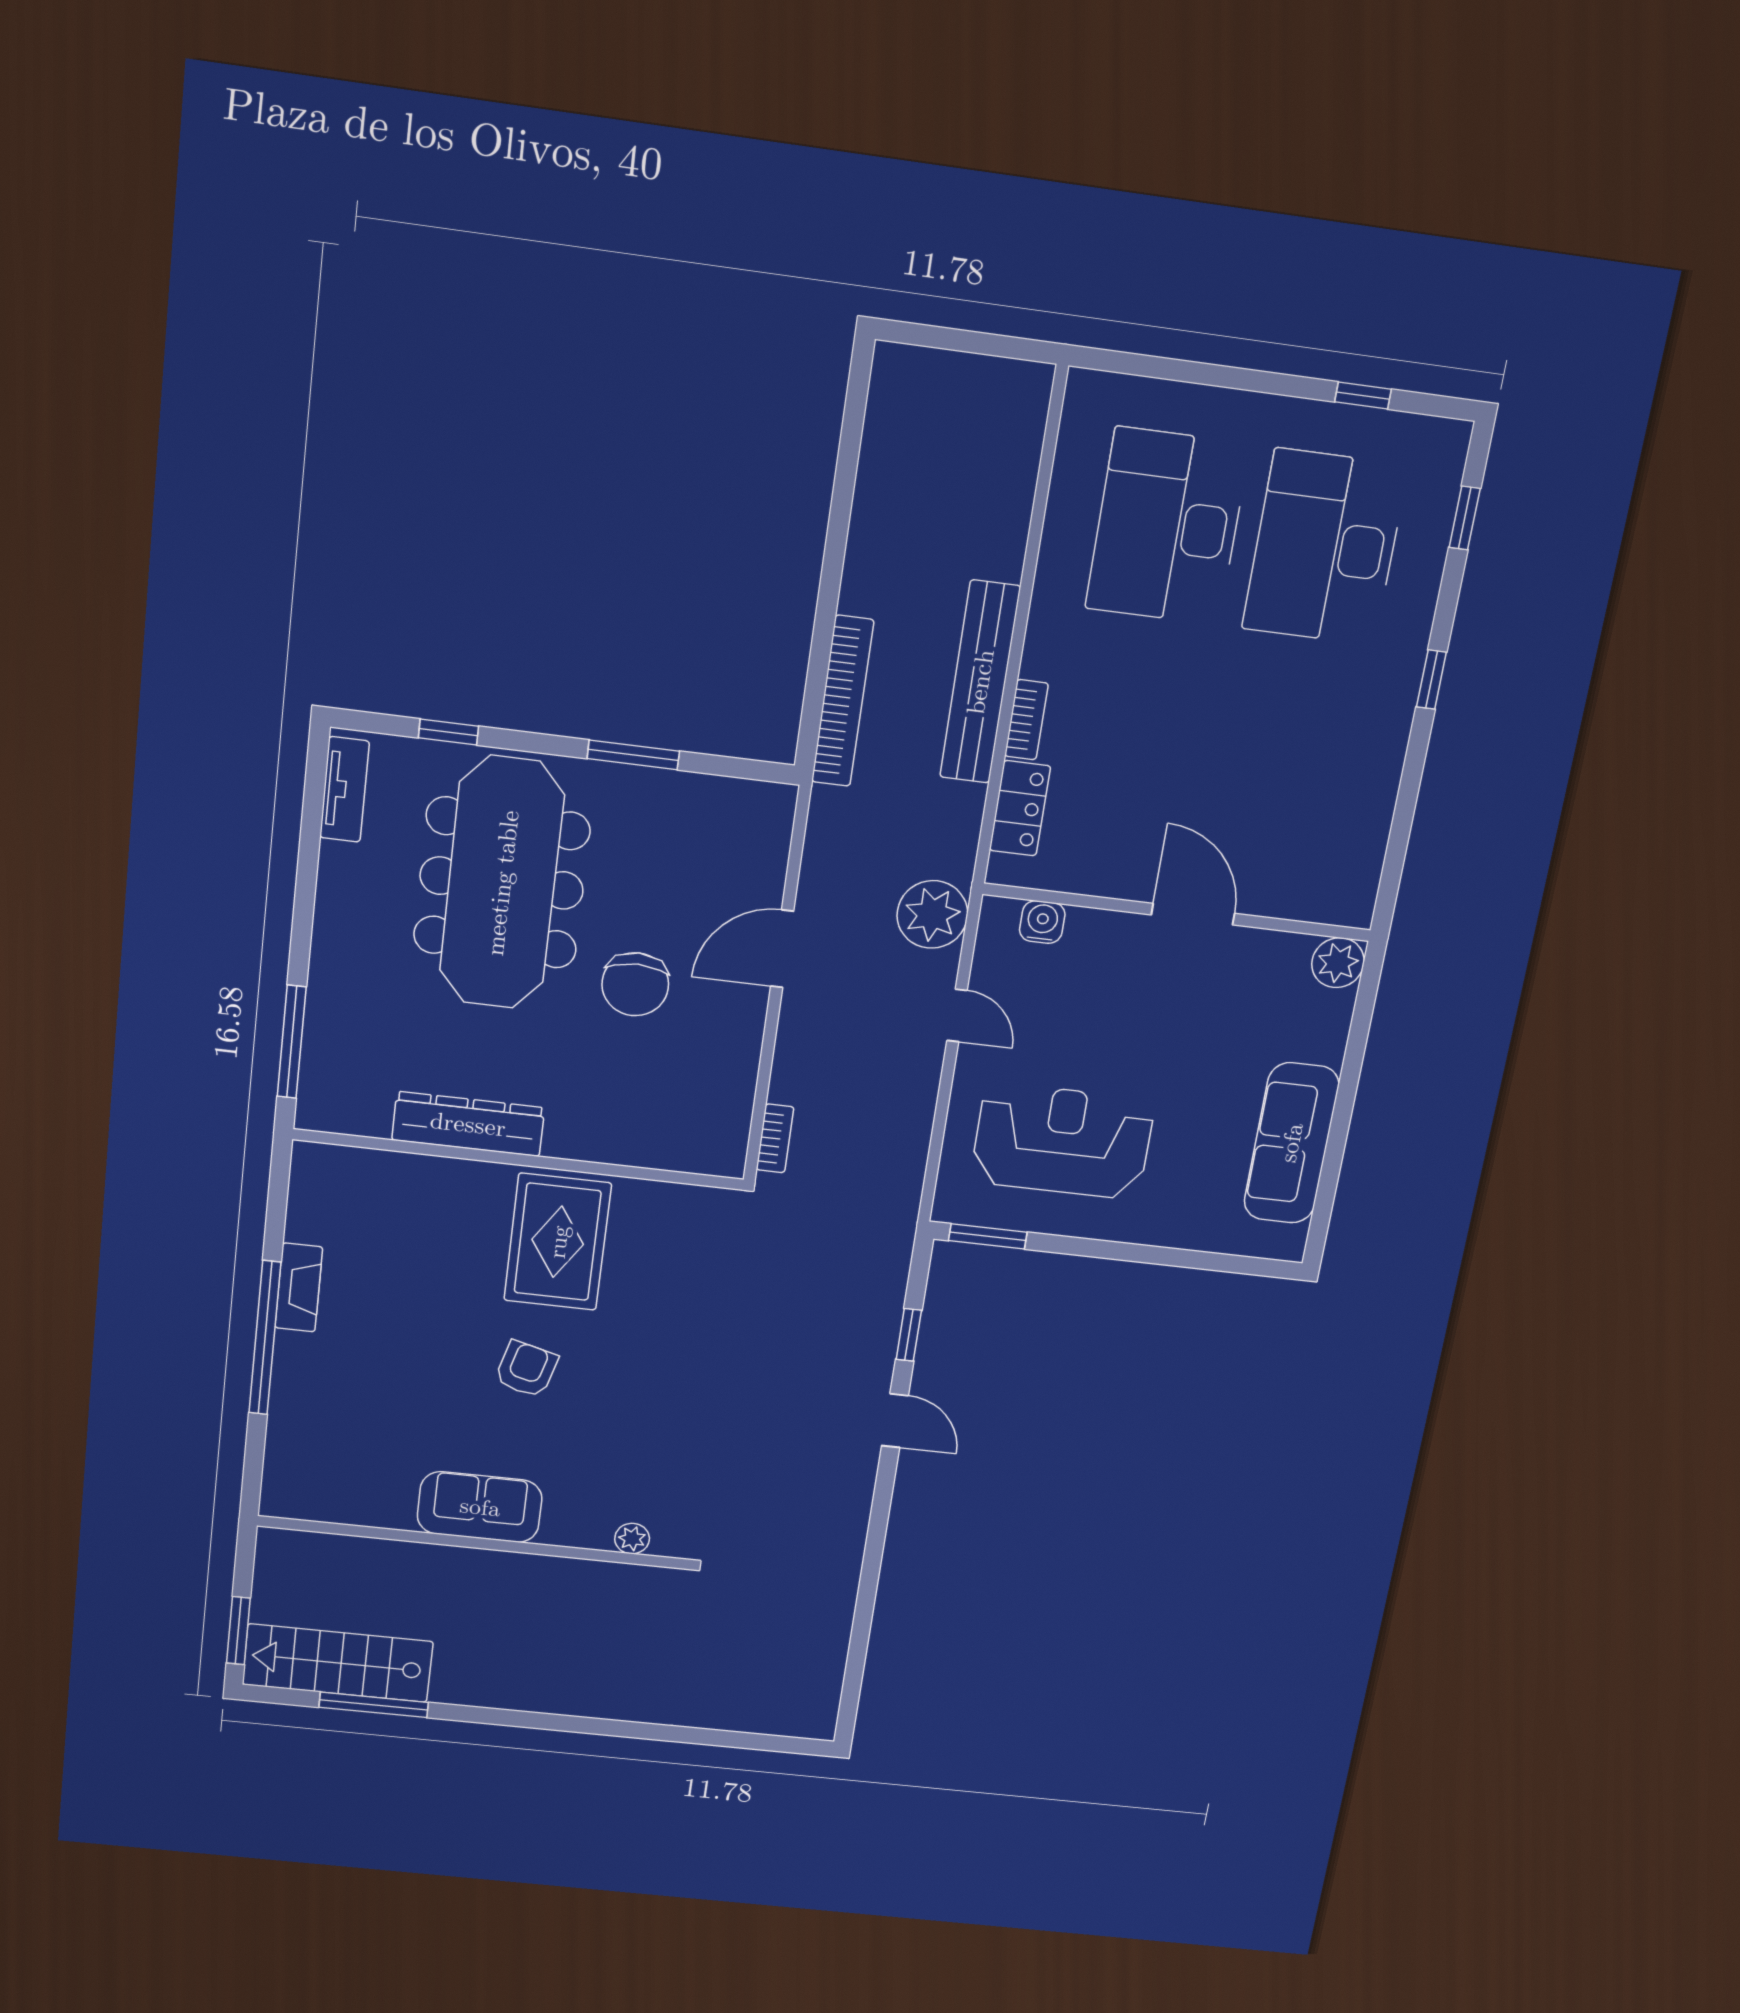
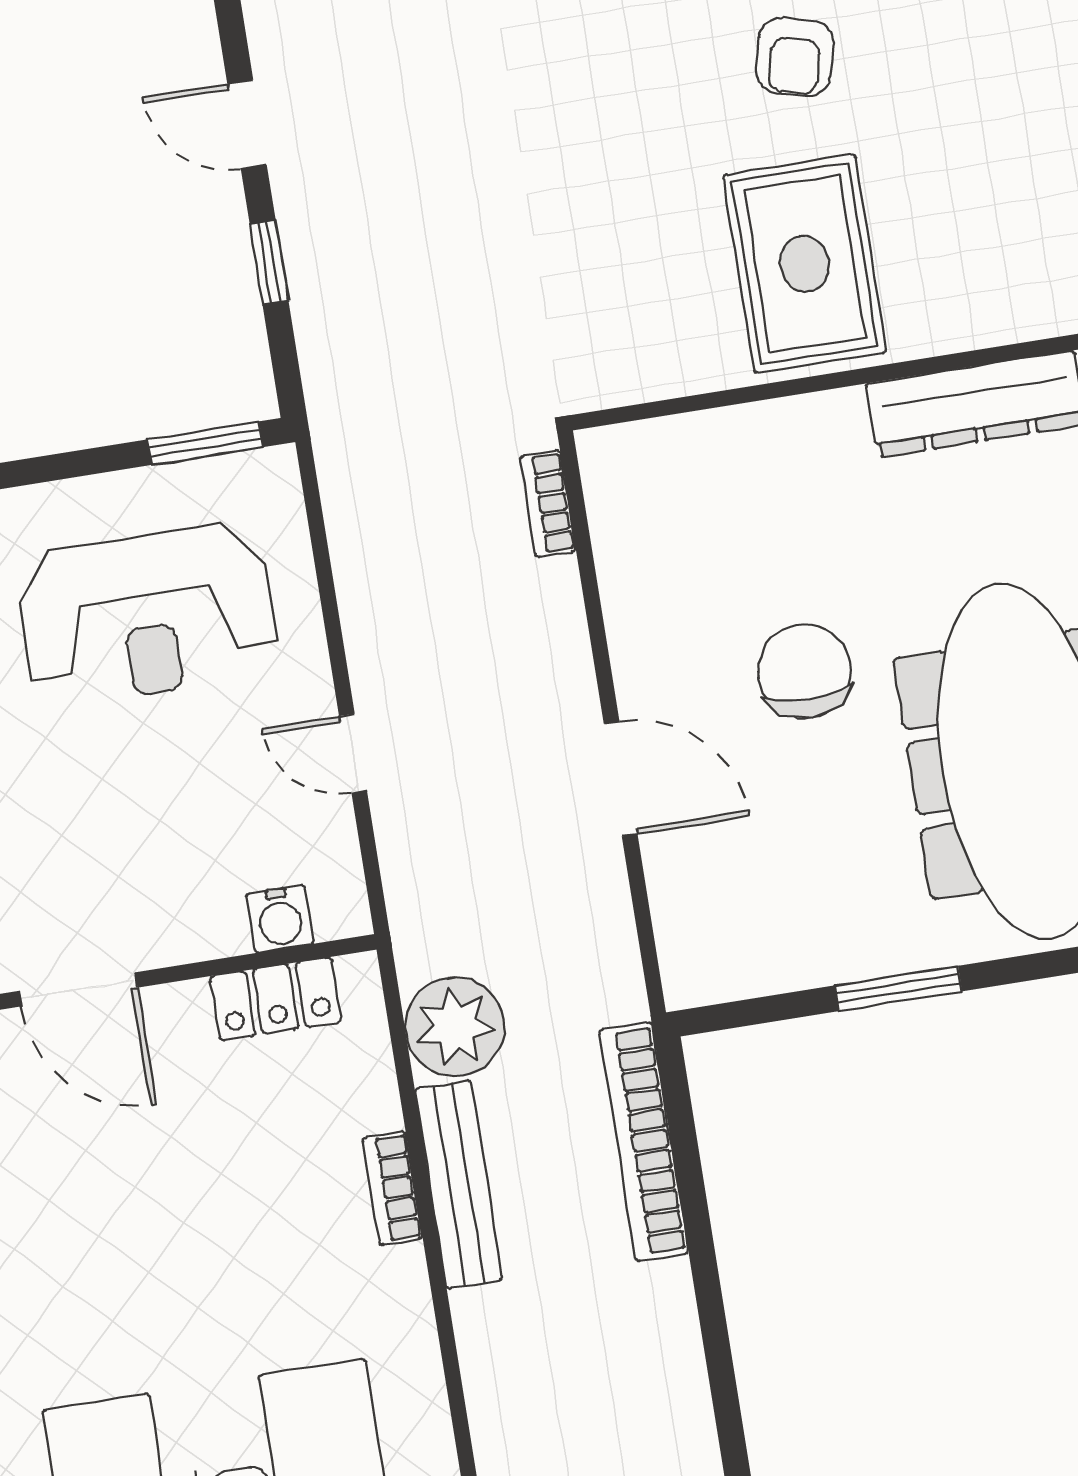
bench: (980, 682) -> (459, 1184), width x0.73, depth x0.82
locker: (1020, 808) -> (276, 999), moved, turned -90
plant: (932, 914) -> (455, 1027), moved
door: (782, 949) -> (621, 779), hinge flipped

